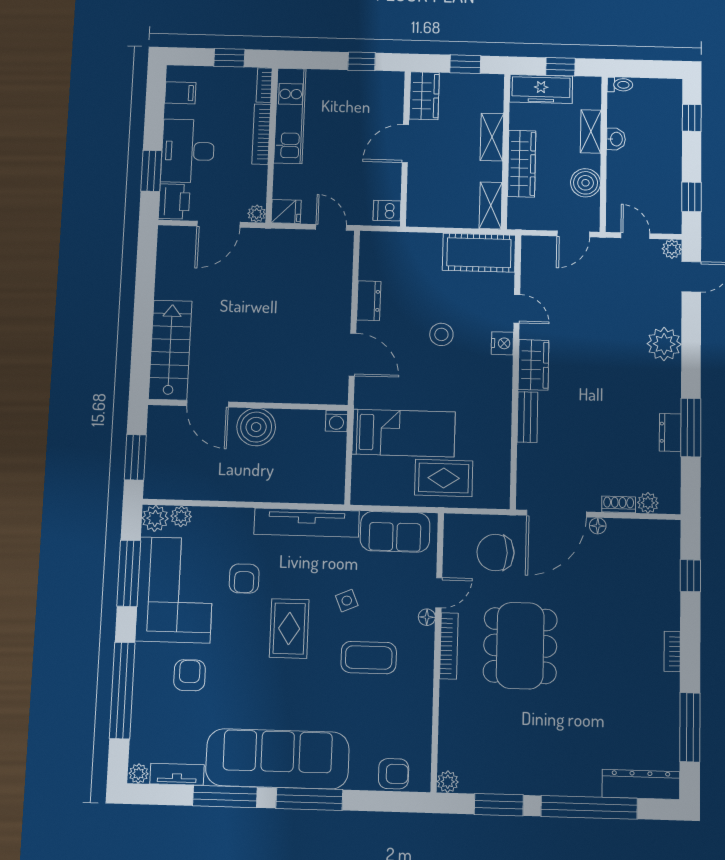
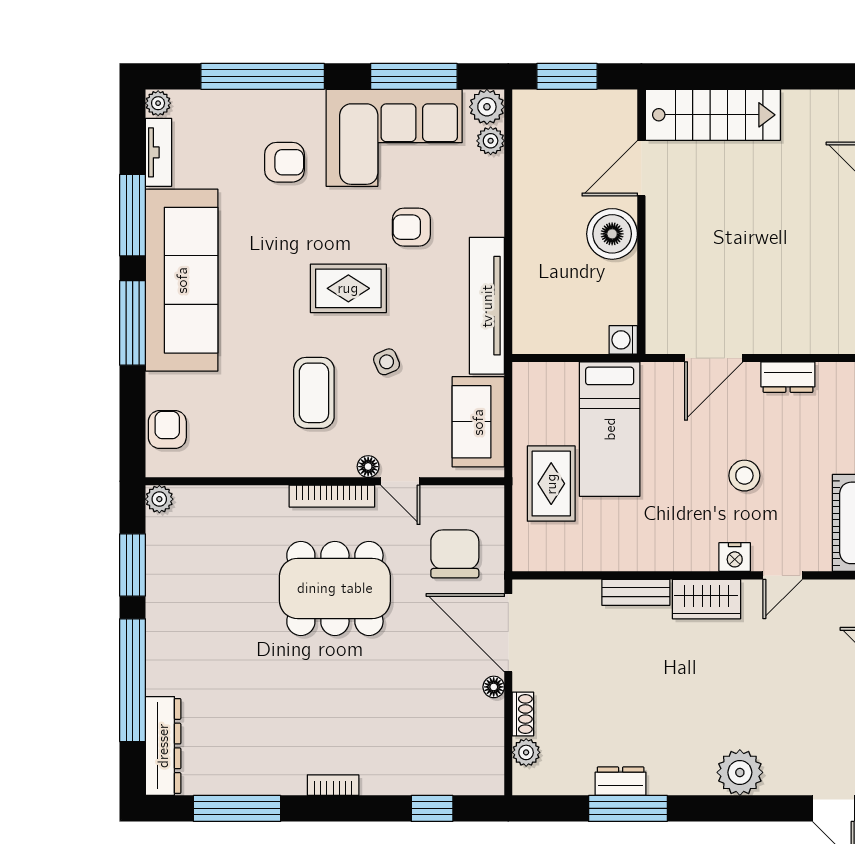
armchair: (394, 774) -> (167, 430), turned 180

